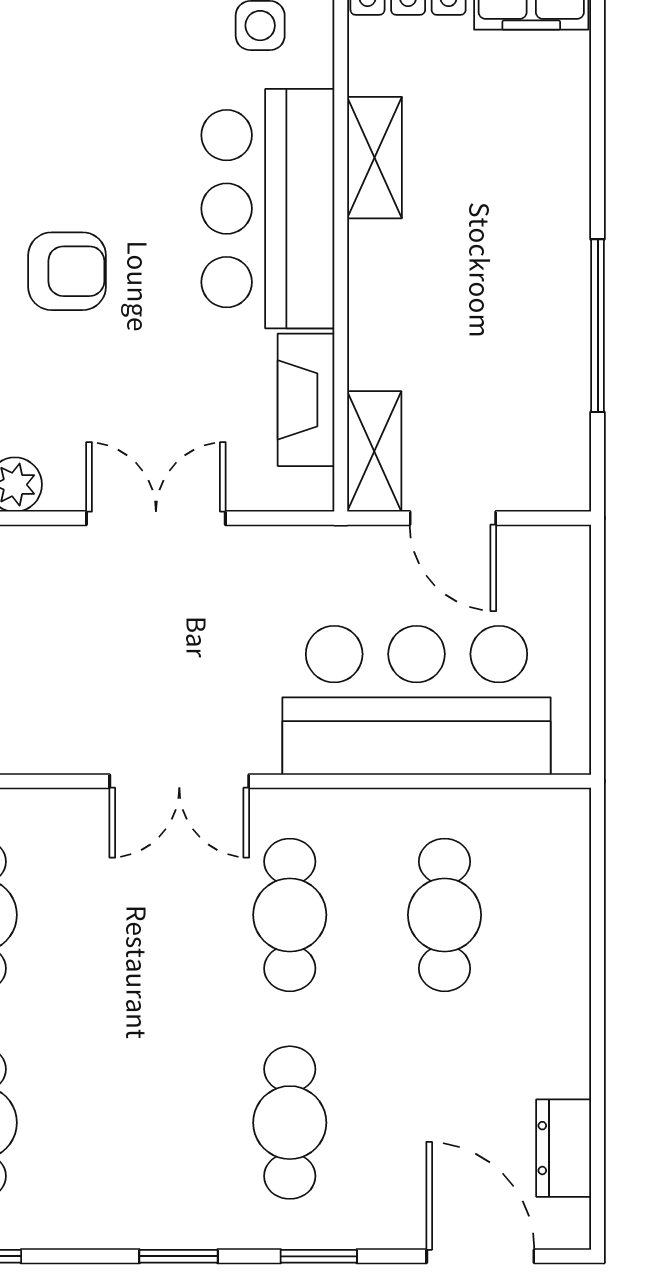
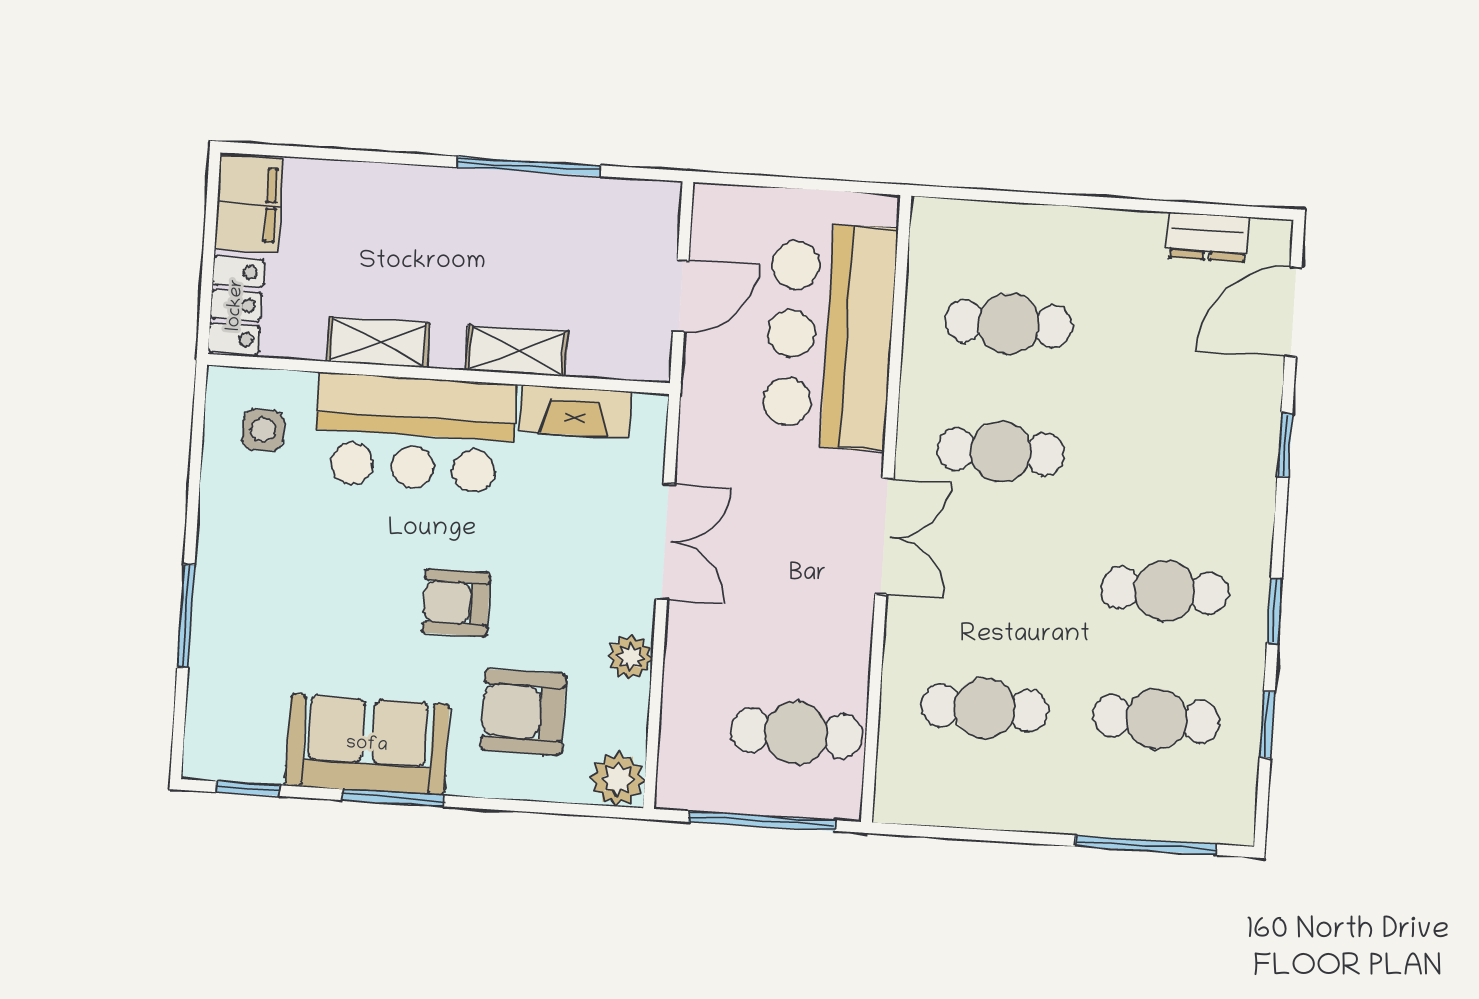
armchair: (67, 271) -> (456, 603), turned -90
shelving: (374, 451) -> (517, 351), moved
double door: (156, 518) -> (665, 542), swing flipped
cafe table: (290, 1123) -> (1165, 591), moved
window: (178, 1256) -> (1274, 611), moved

